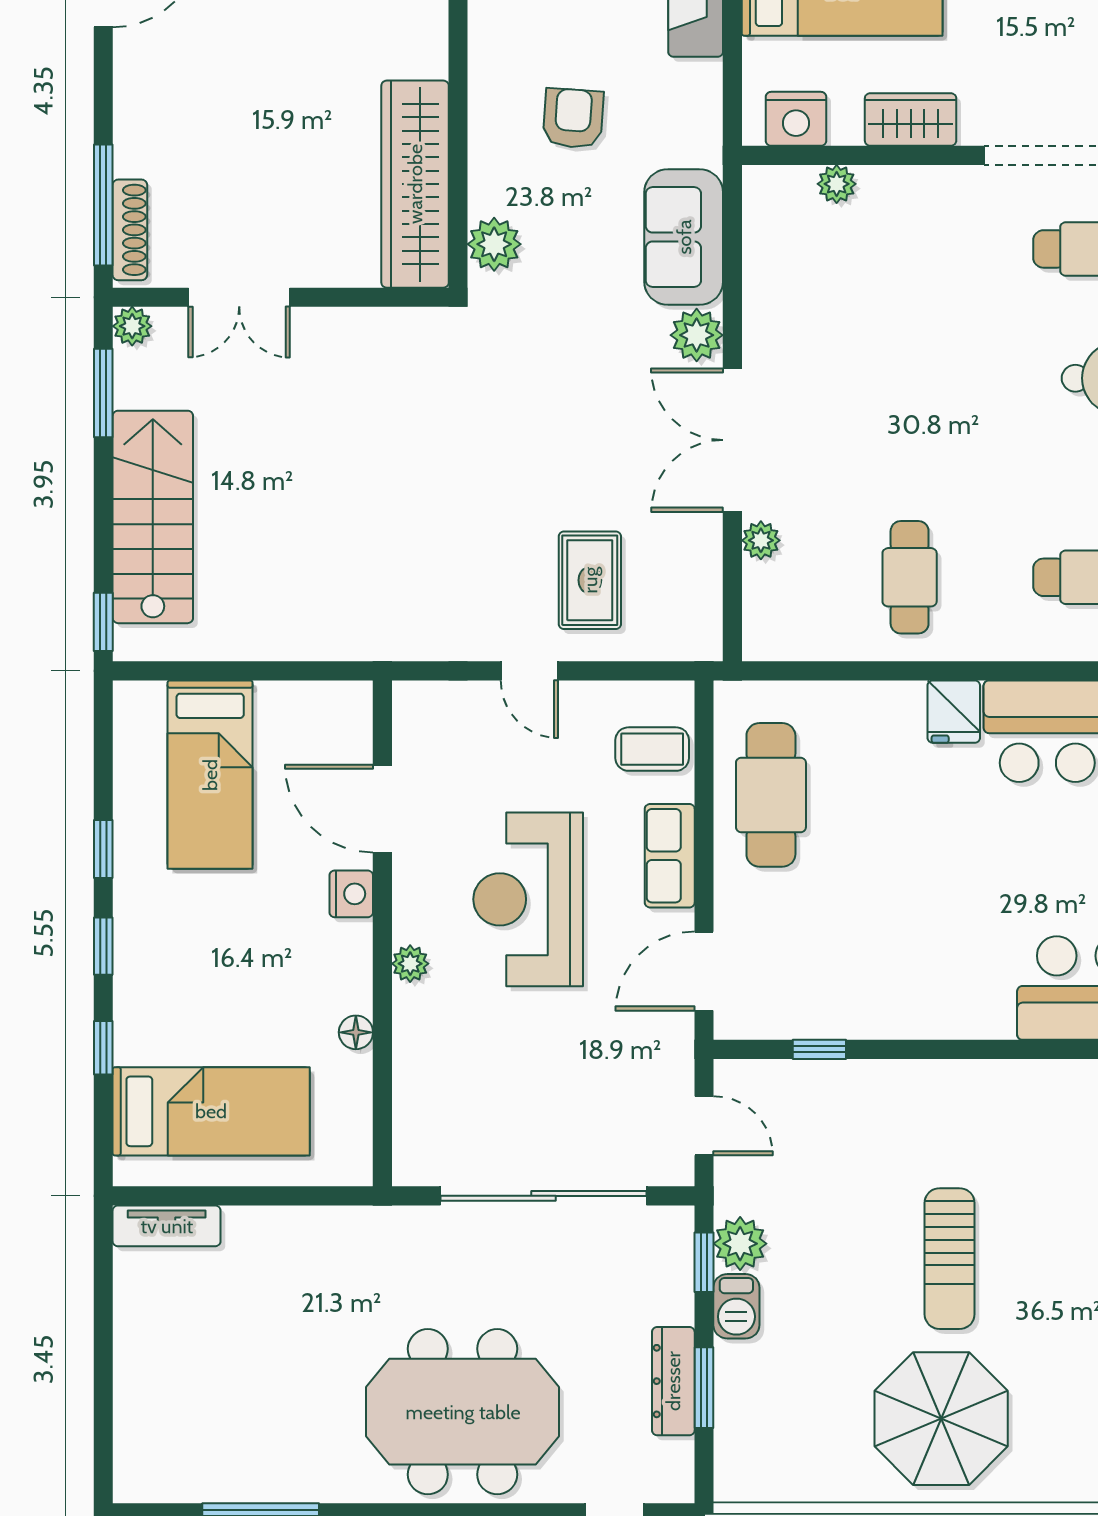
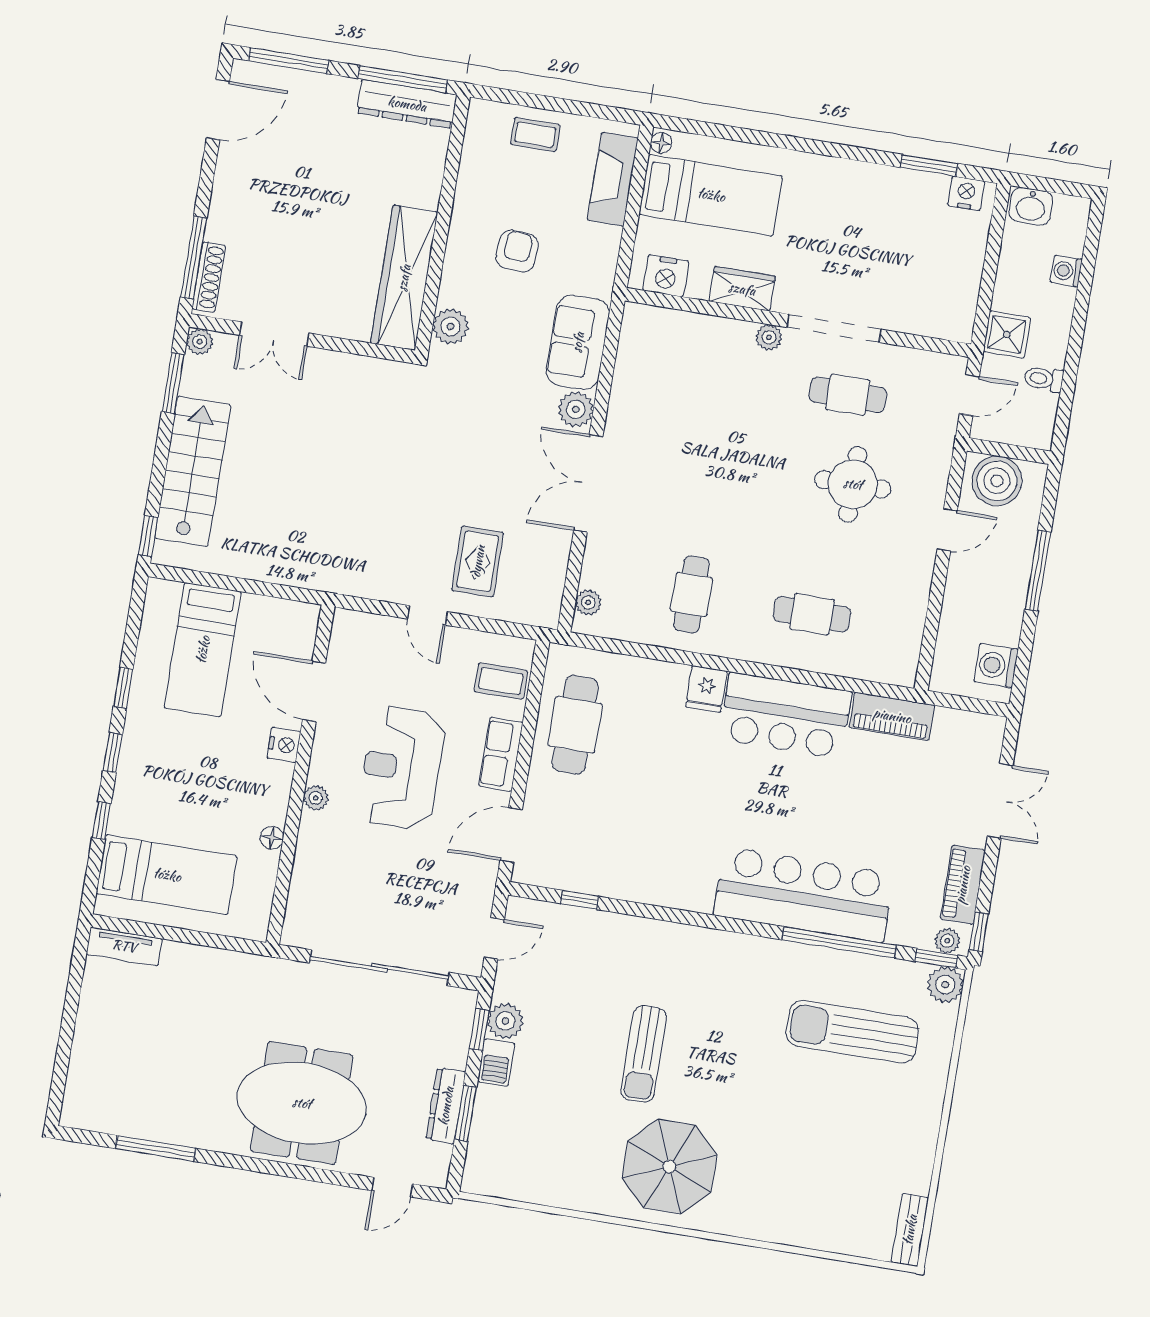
plant: (837, 184) -> (769, 337), moved
plant: (761, 540) -> (588, 603), moved
door: (704, 1126) -> (494, 938), hinge flipped
parasol: (941, 1419) -> (669, 1167), moved

